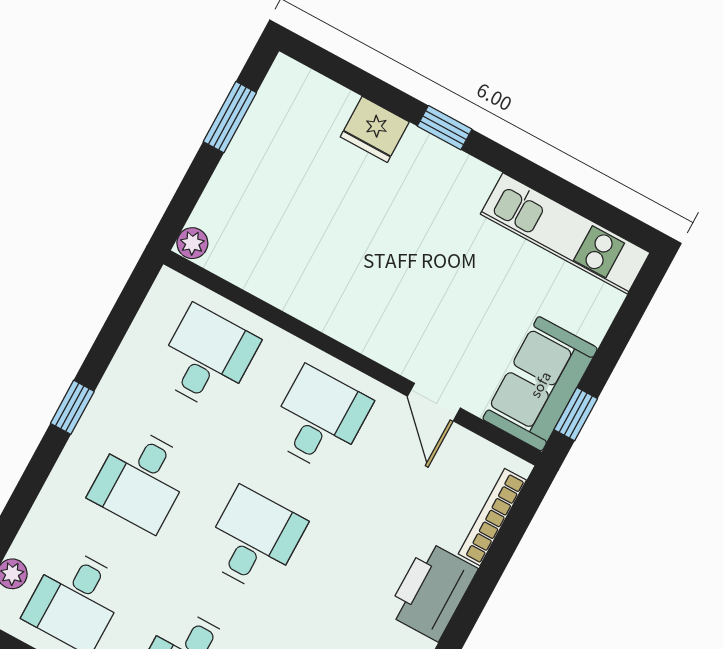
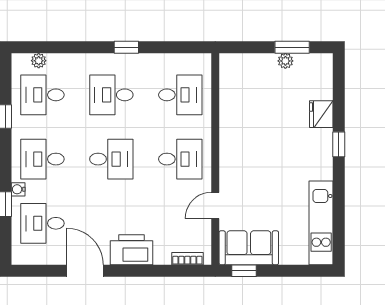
plant: (192, 243) -> (285, 61), moved
bookcase: (492, 517) -> (187, 259), width x0.64

